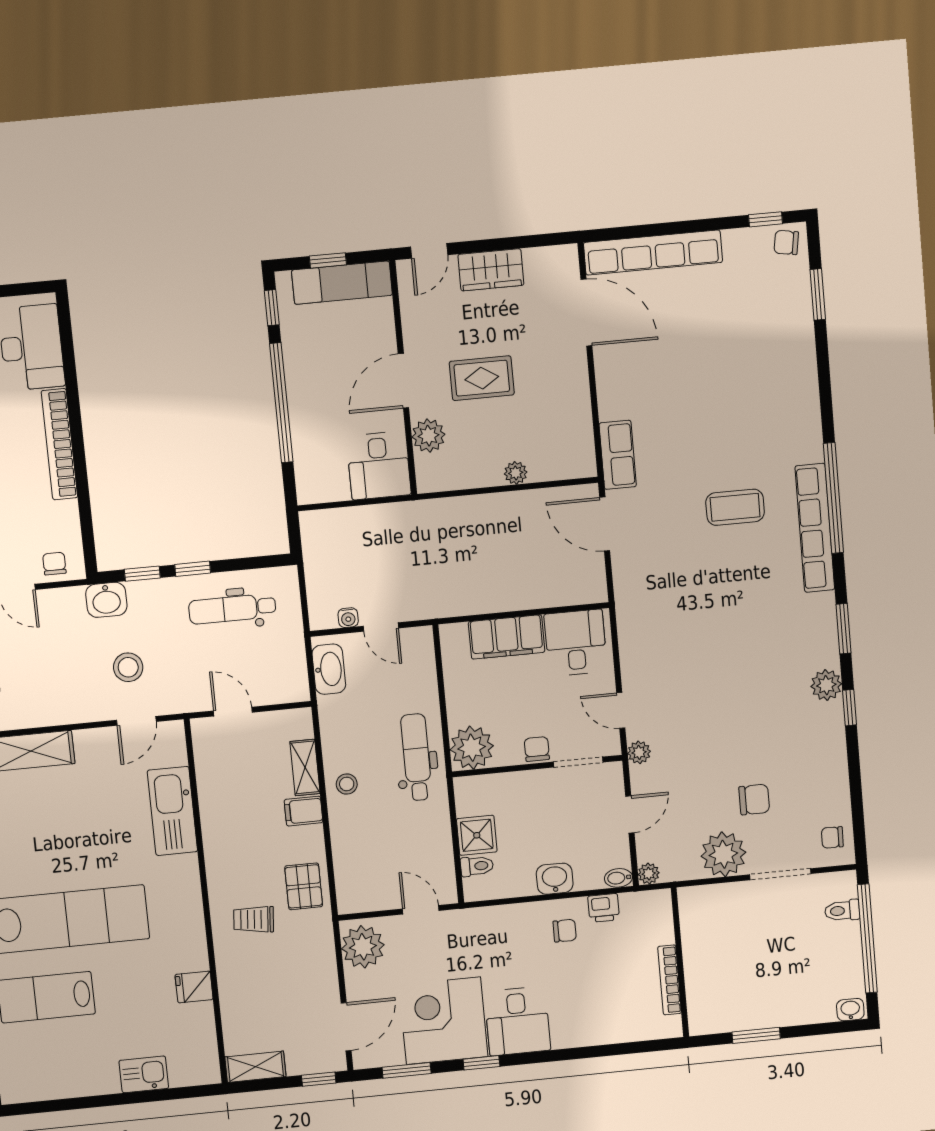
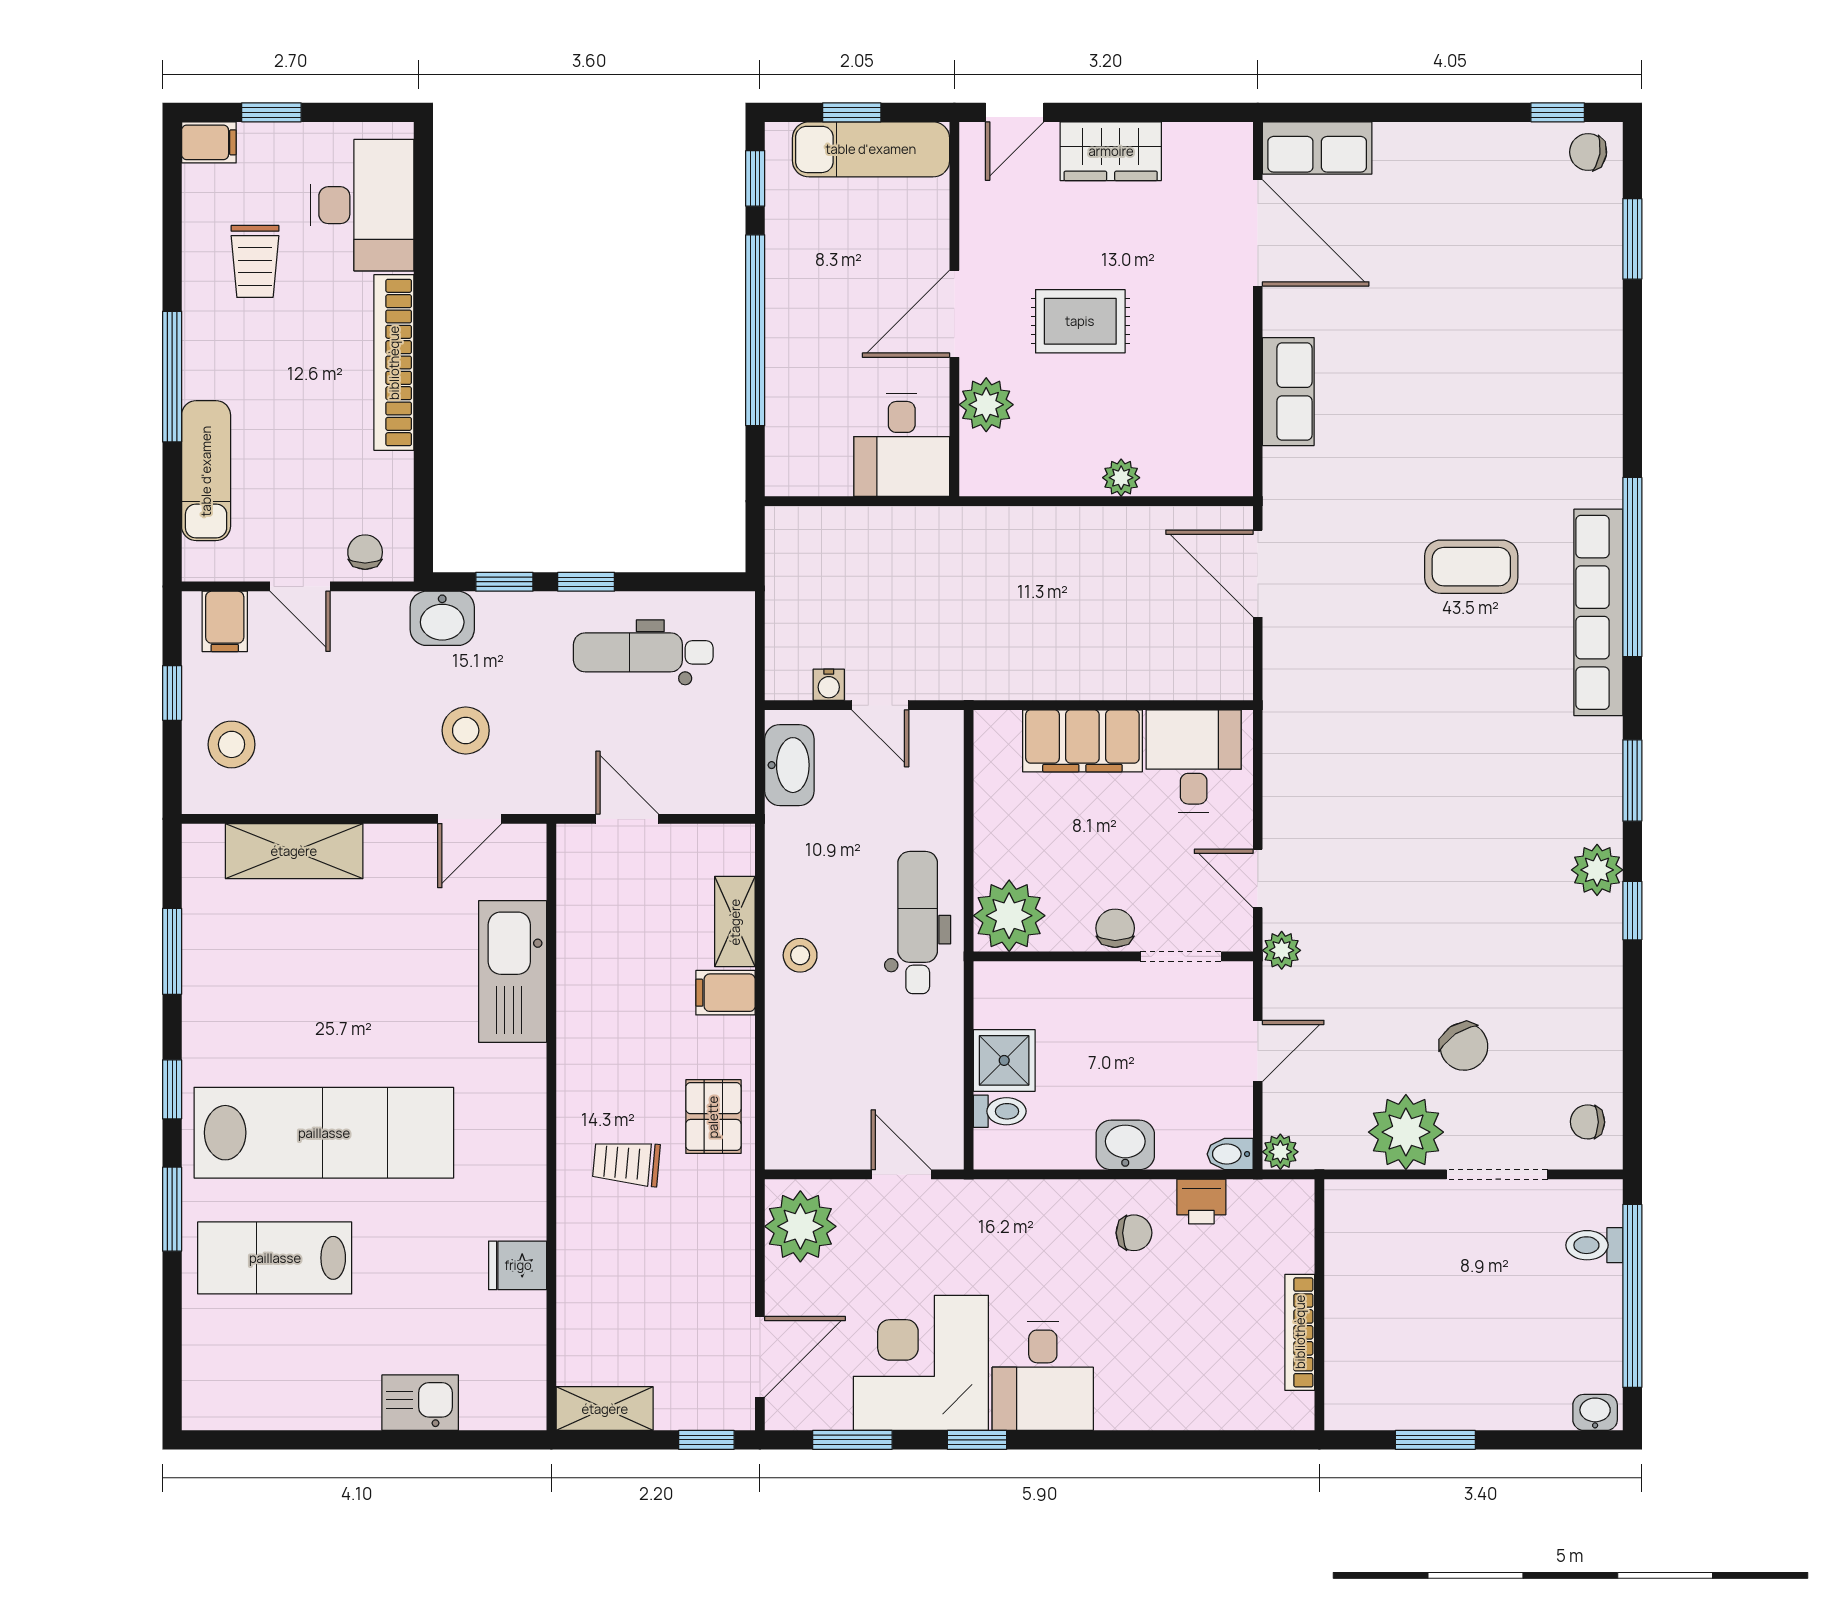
row of seats: (653, 253) -> (1317, 148), width x0.50
row of seats: (618, 455) -> (1288, 392), moved
chair: (754, 800) -> (1464, 1046), turned 56

